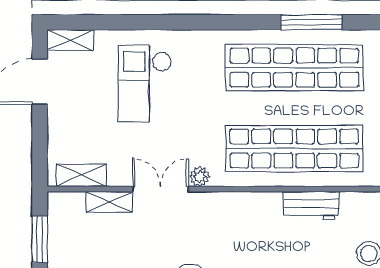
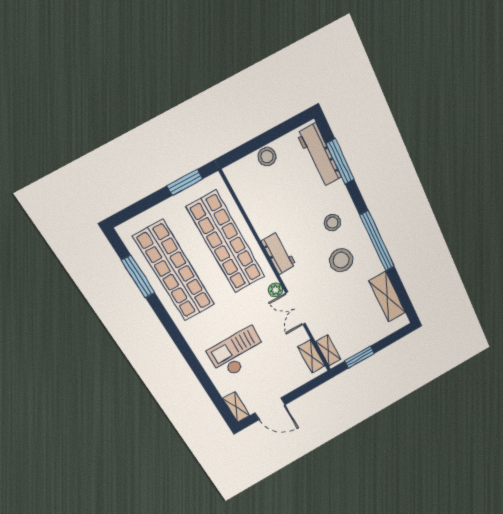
checkout: (145, 84) -> (238, 353), turned 180
shelving: (109, 202) -> (328, 350), moved
workbench: (311, 206) -> (279, 253), moved

